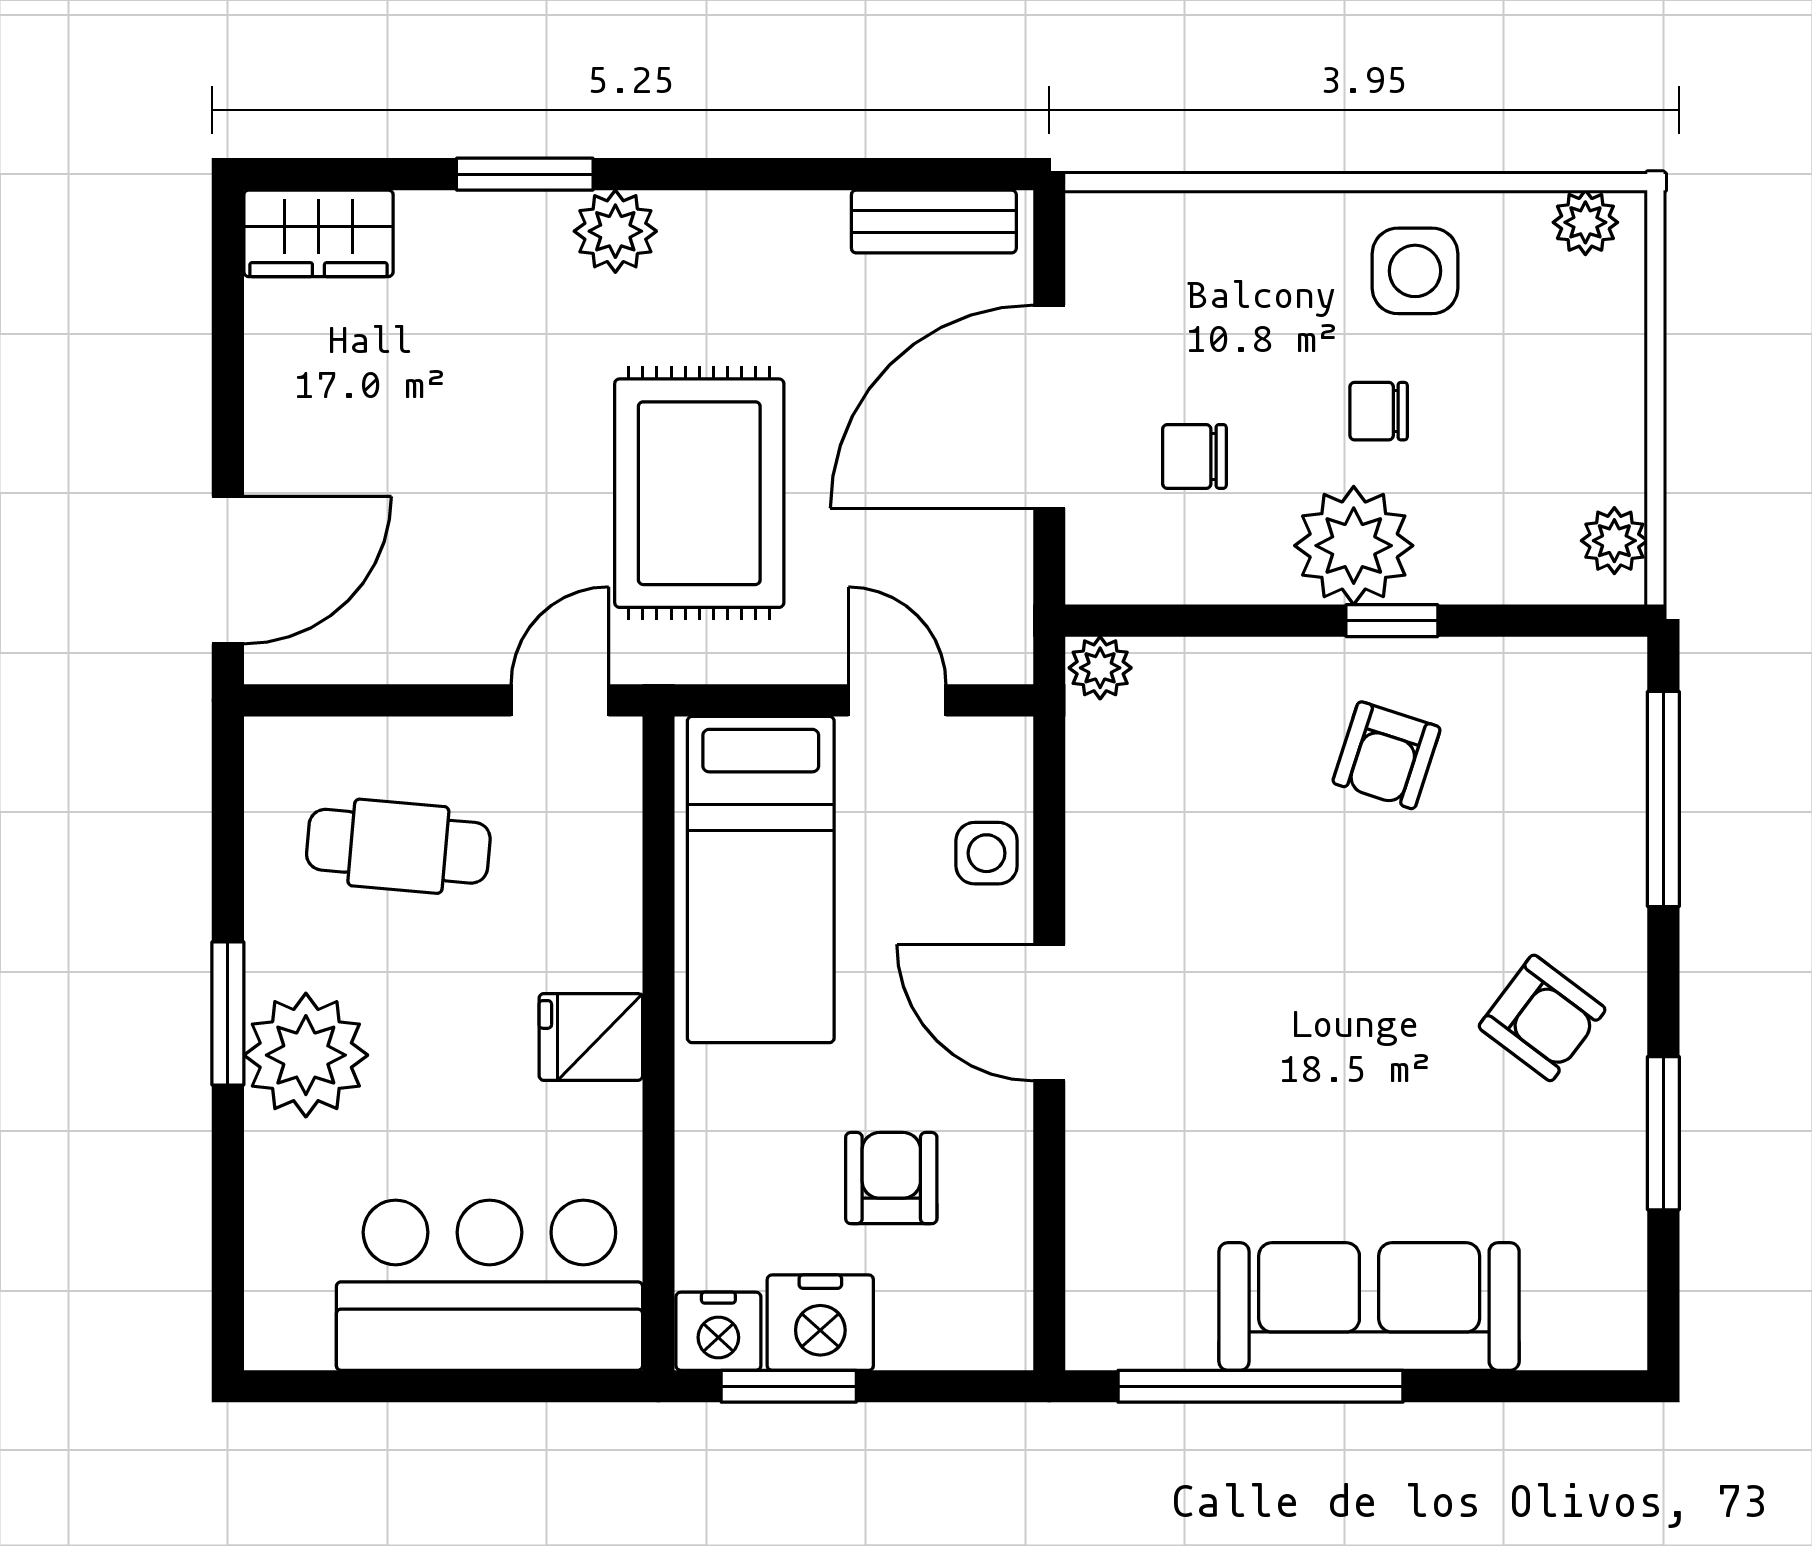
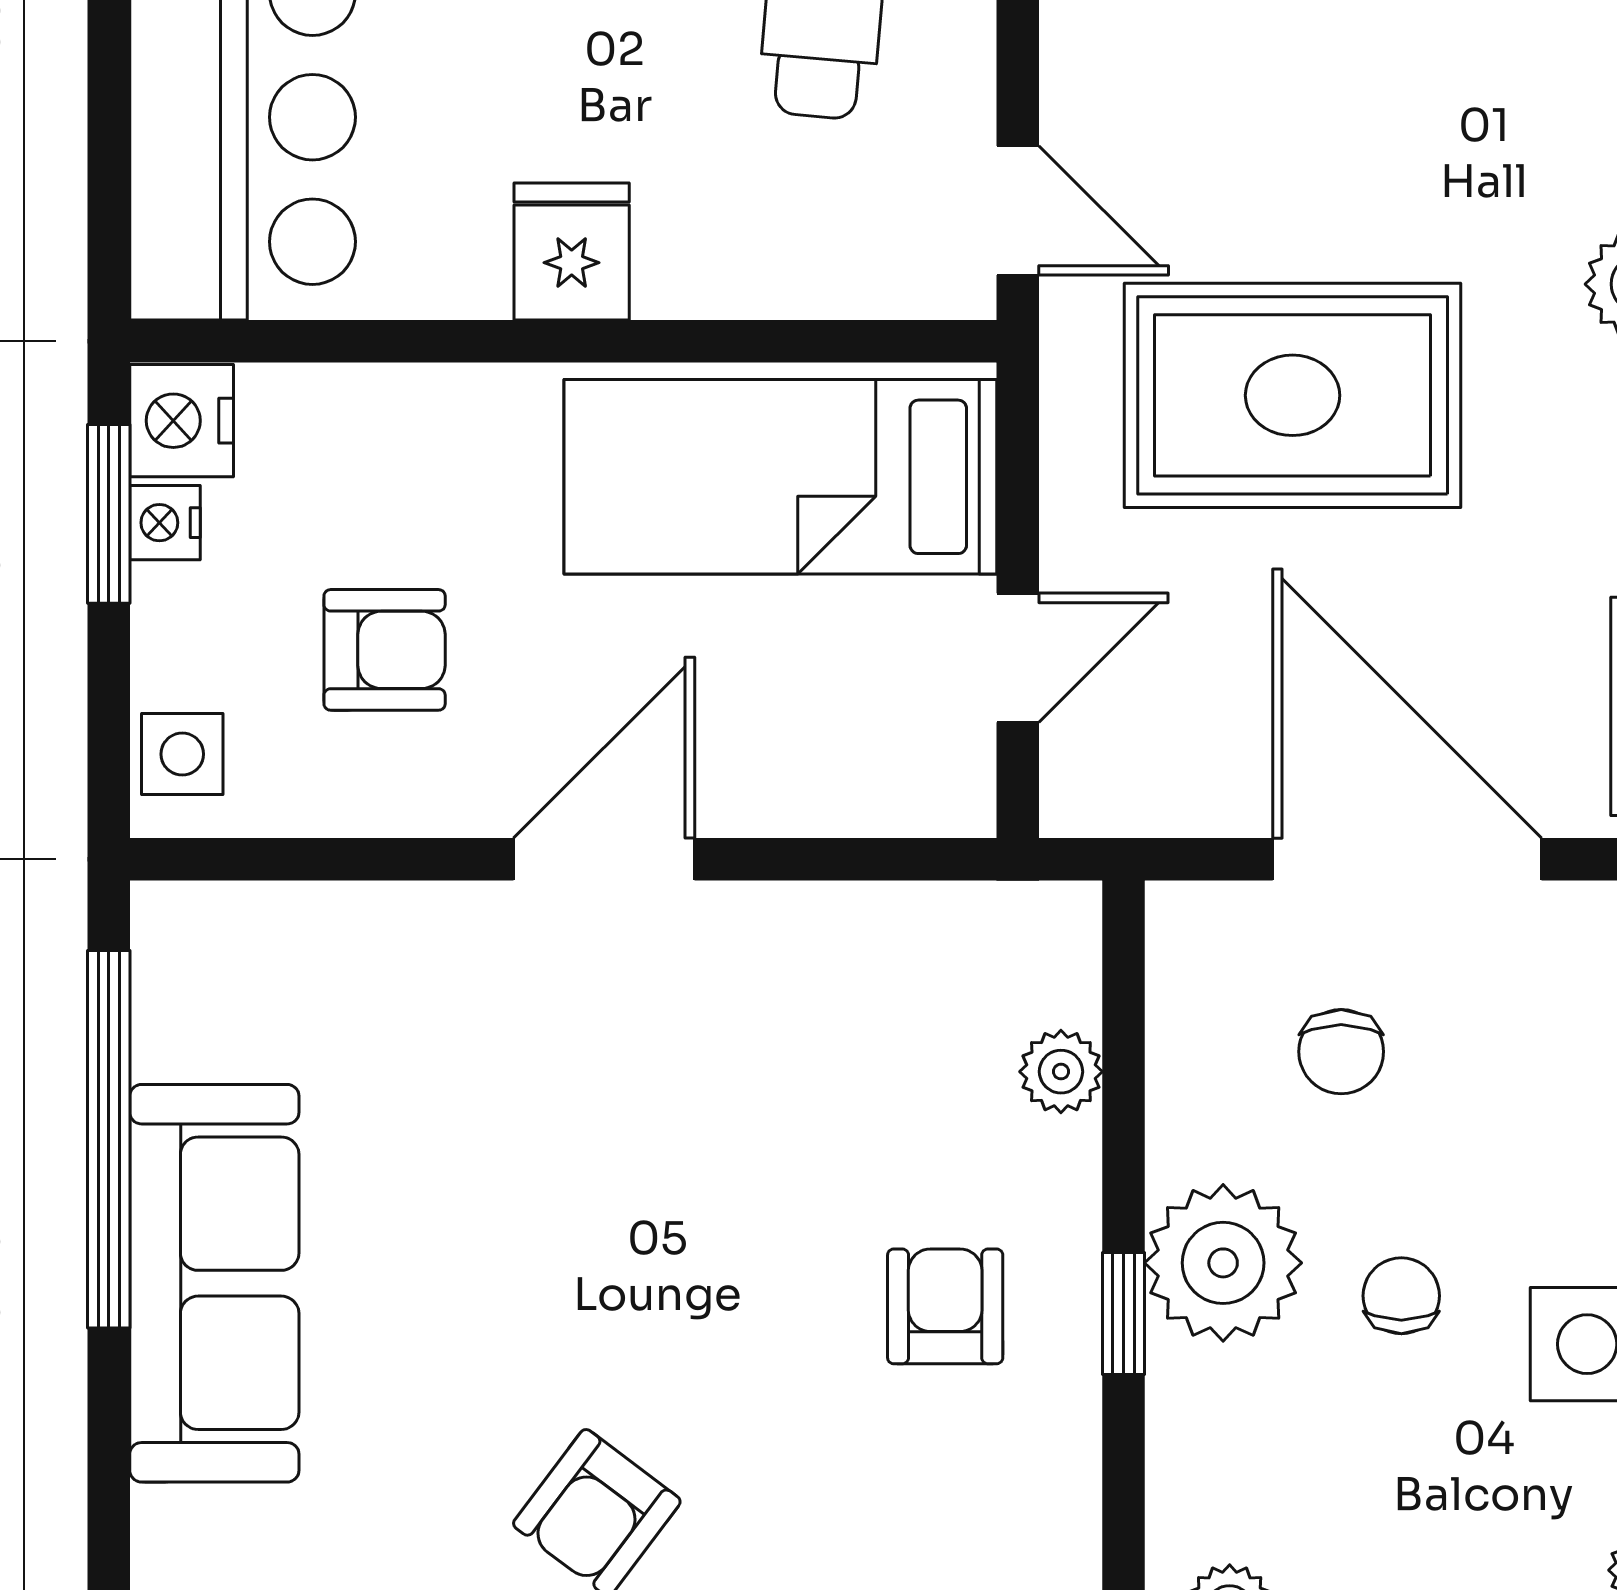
chair: (1194, 456) -> (1341, 1052), turned 180
plant: (1100, 668) -> (1061, 1072), moved
armchair: (1387, 755) -> (945, 1306), turned 72
side table: (987, 853) -> (182, 754), moved
nightstand: (820, 1323) -> (165, 523), width x0.53, depth x0.56

